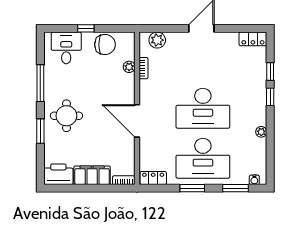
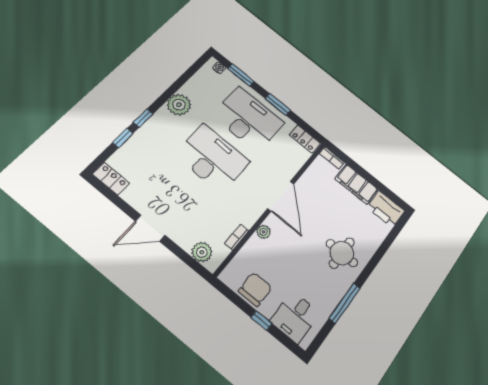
chair: (105, 45) -> (255, 289), turned 90
plant: (129, 67) -> (263, 232), moved
window: (40, 131) -> (376, 259), removed
plant: (261, 132) -> (179, 105), width x1.88, depth x1.88

